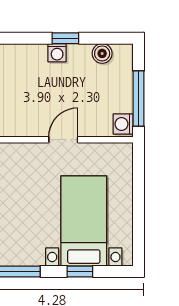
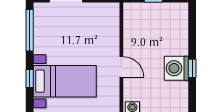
washing machine: (57, 53) -> (176, 68), width x1.89, depth x1.89
boiler: (102, 53) -> (182, 94), removed

